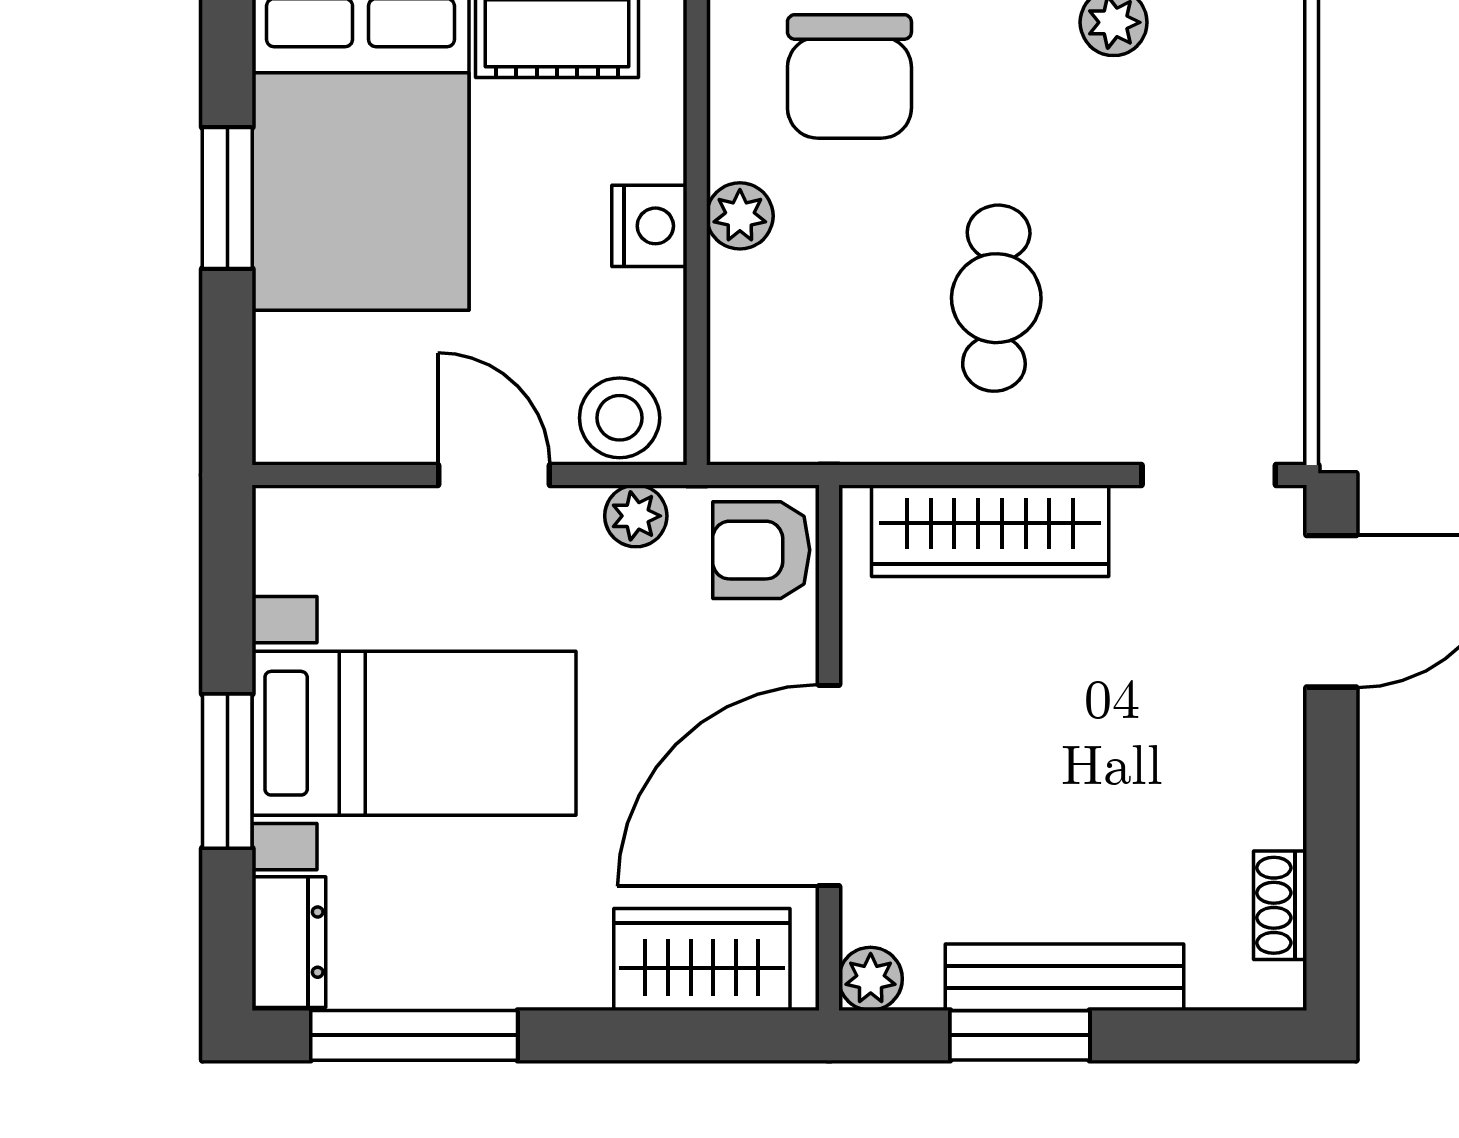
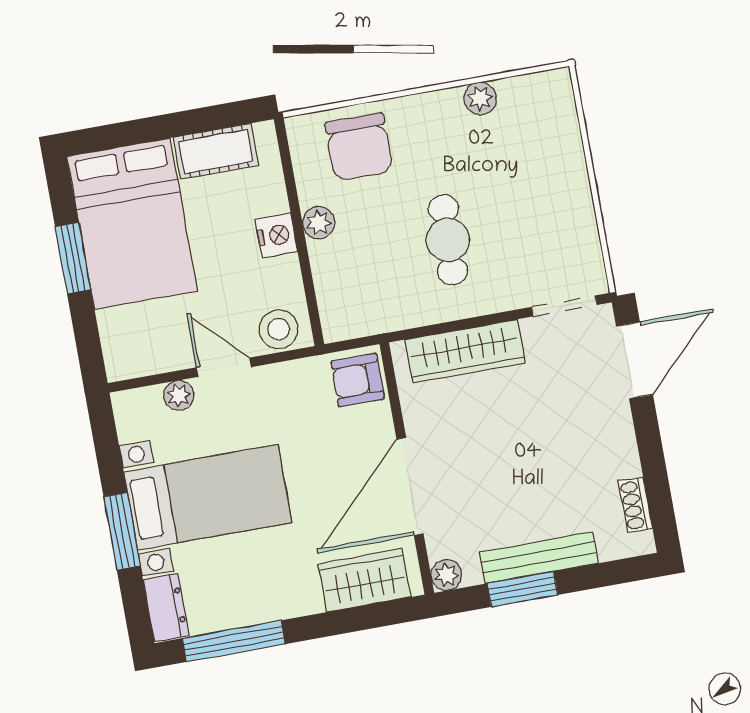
plant: (636, 516) -> (179, 395), moved

